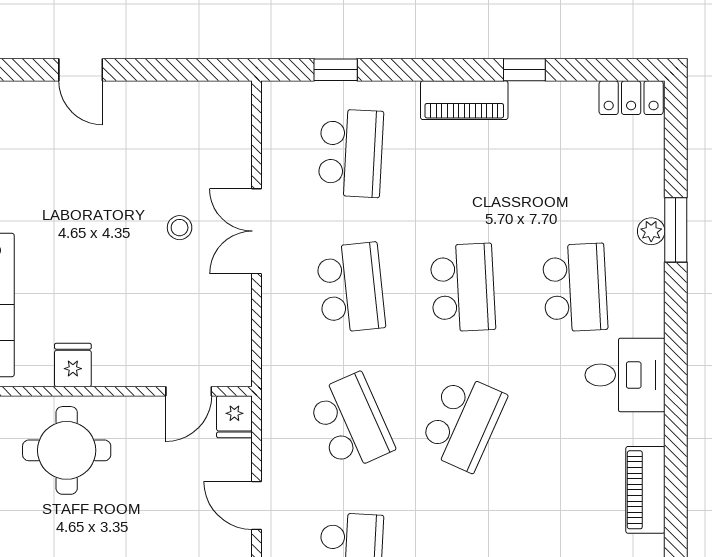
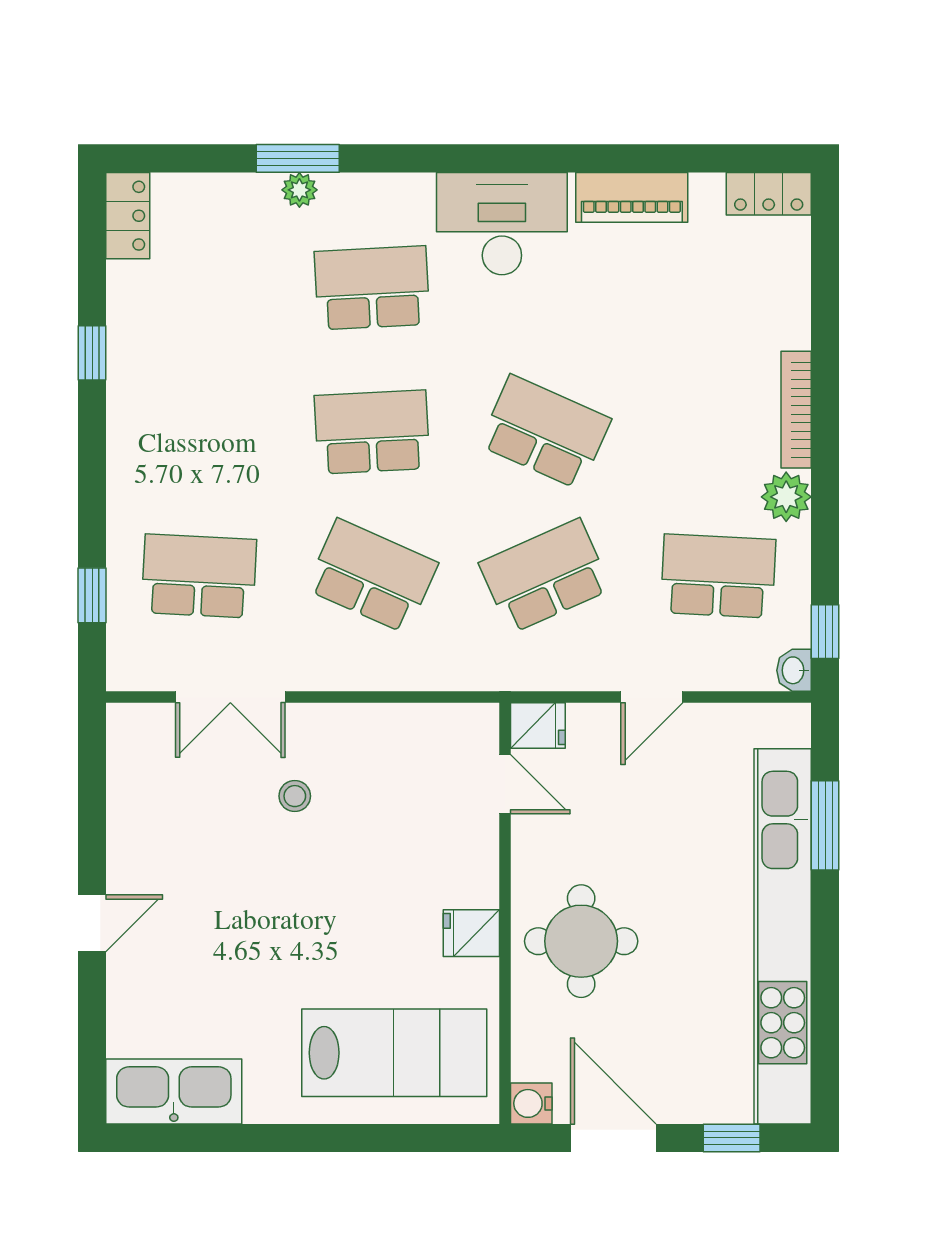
piano: (464, 100) -> (131, 430), removed
double door: (257, 231) -> (230, 697), moved
school desk: (351, 288) -> (372, 576), turned 30
desk: (625, 375) -> (502, 224), width x1.37

